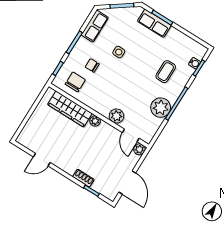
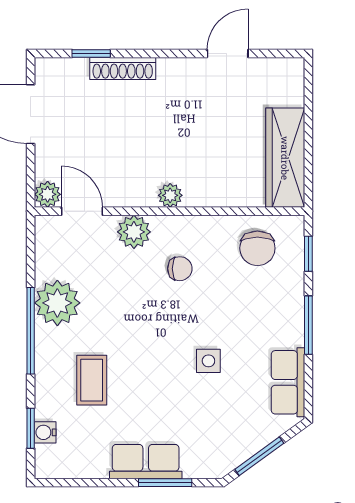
row of seats: (154, 23) -> (146, 462), moved
chair: (92, 65) -> (180, 269), moved
wardrobe: (70, 109) -> (285, 158), moved, turned -90
shoe rack: (83, 178) -> (123, 68), width x1.43

